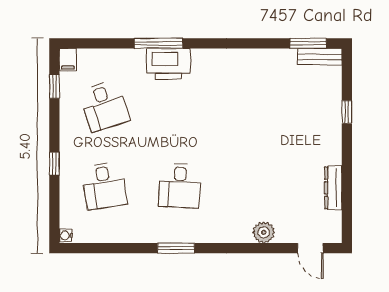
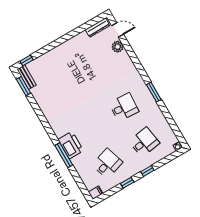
window: (54, 87) -> (127, 183), moved
window: (347, 112) -> (26, 61), moved
dresser: (333, 188) -> (97, 28), moved
plant: (264, 232) -> (118, 47), moved
door: (310, 248) -> (118, 30), hinge flipped

